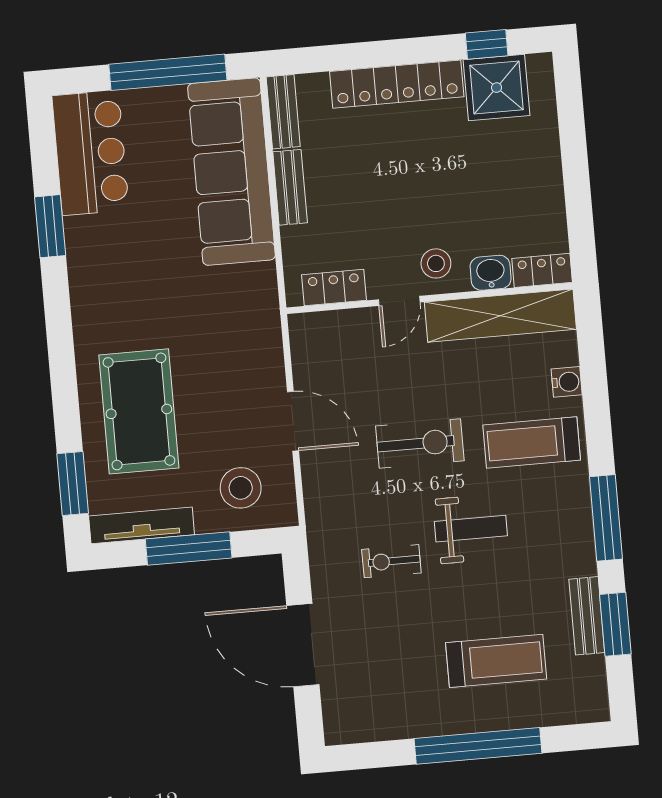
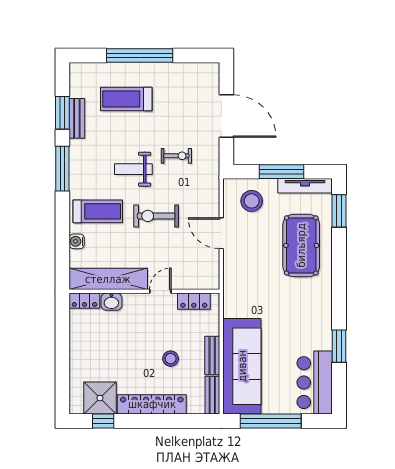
stool: (436, 263) -> (171, 359), moved

